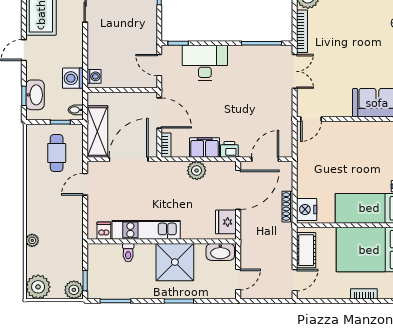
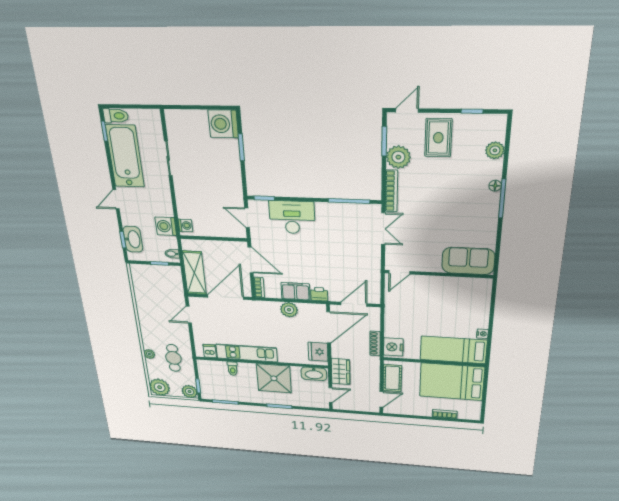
cafe table: (57, 153) -> (173, 358), moved
wardrobe: (250, 246) -> (341, 372), added

